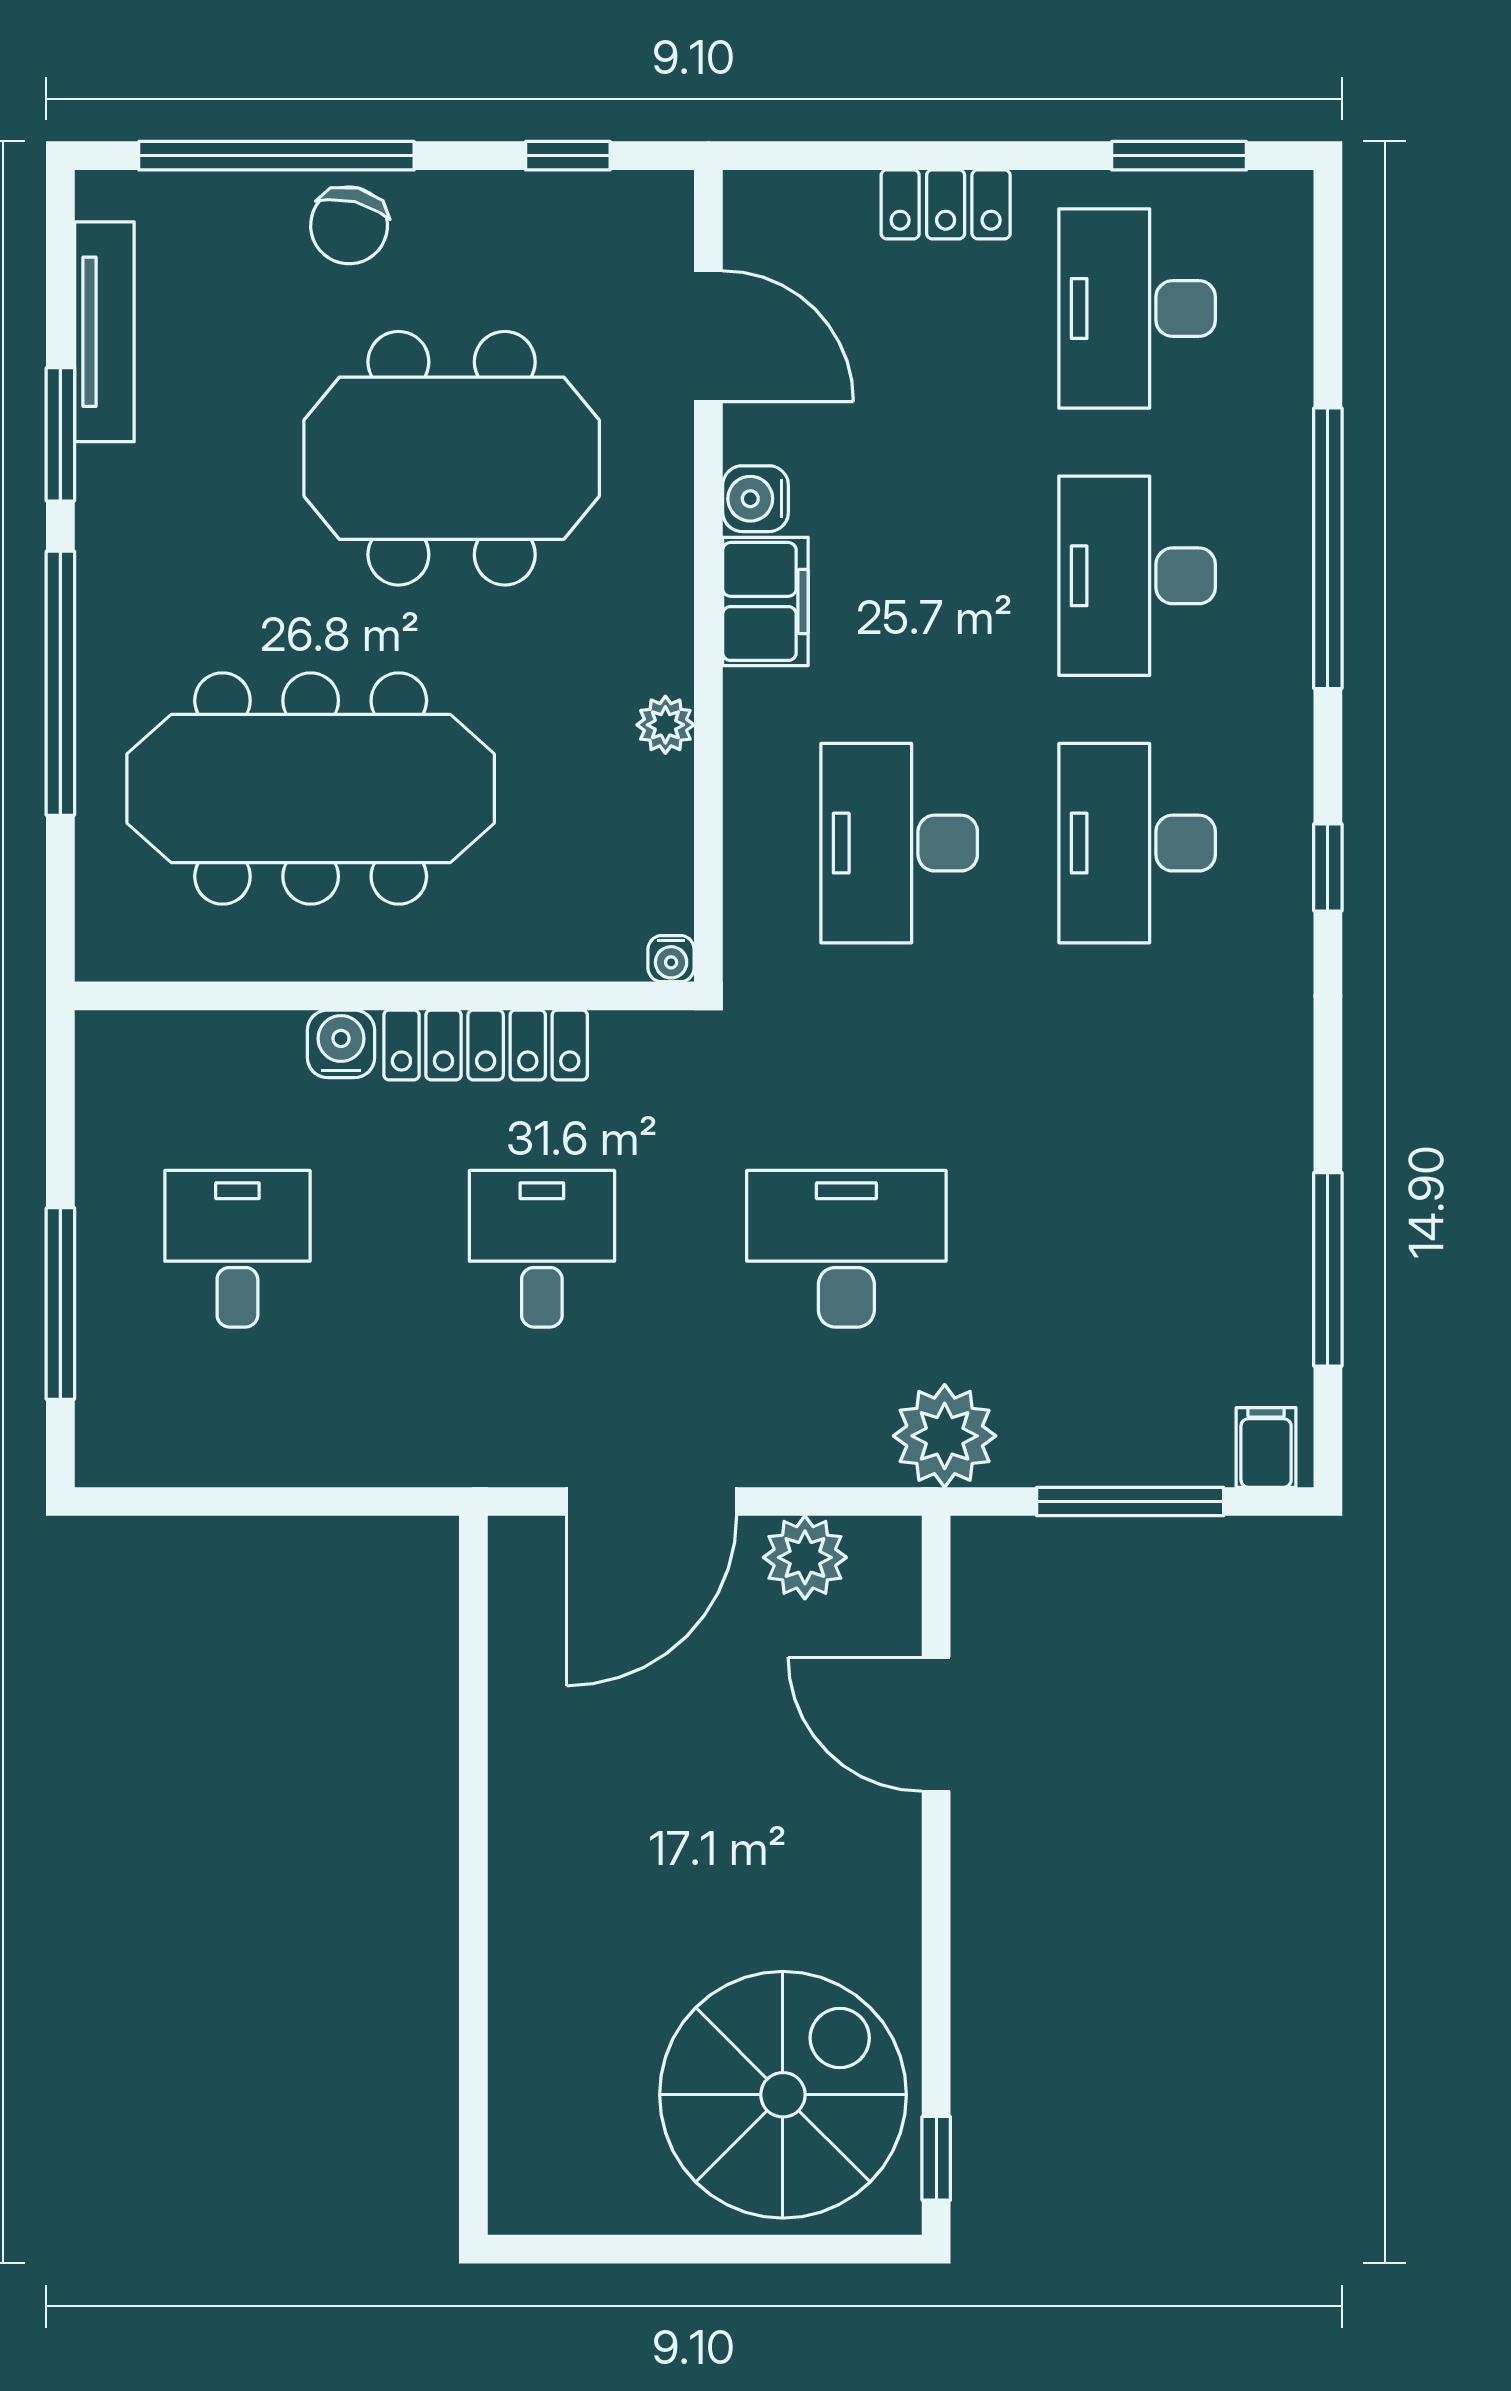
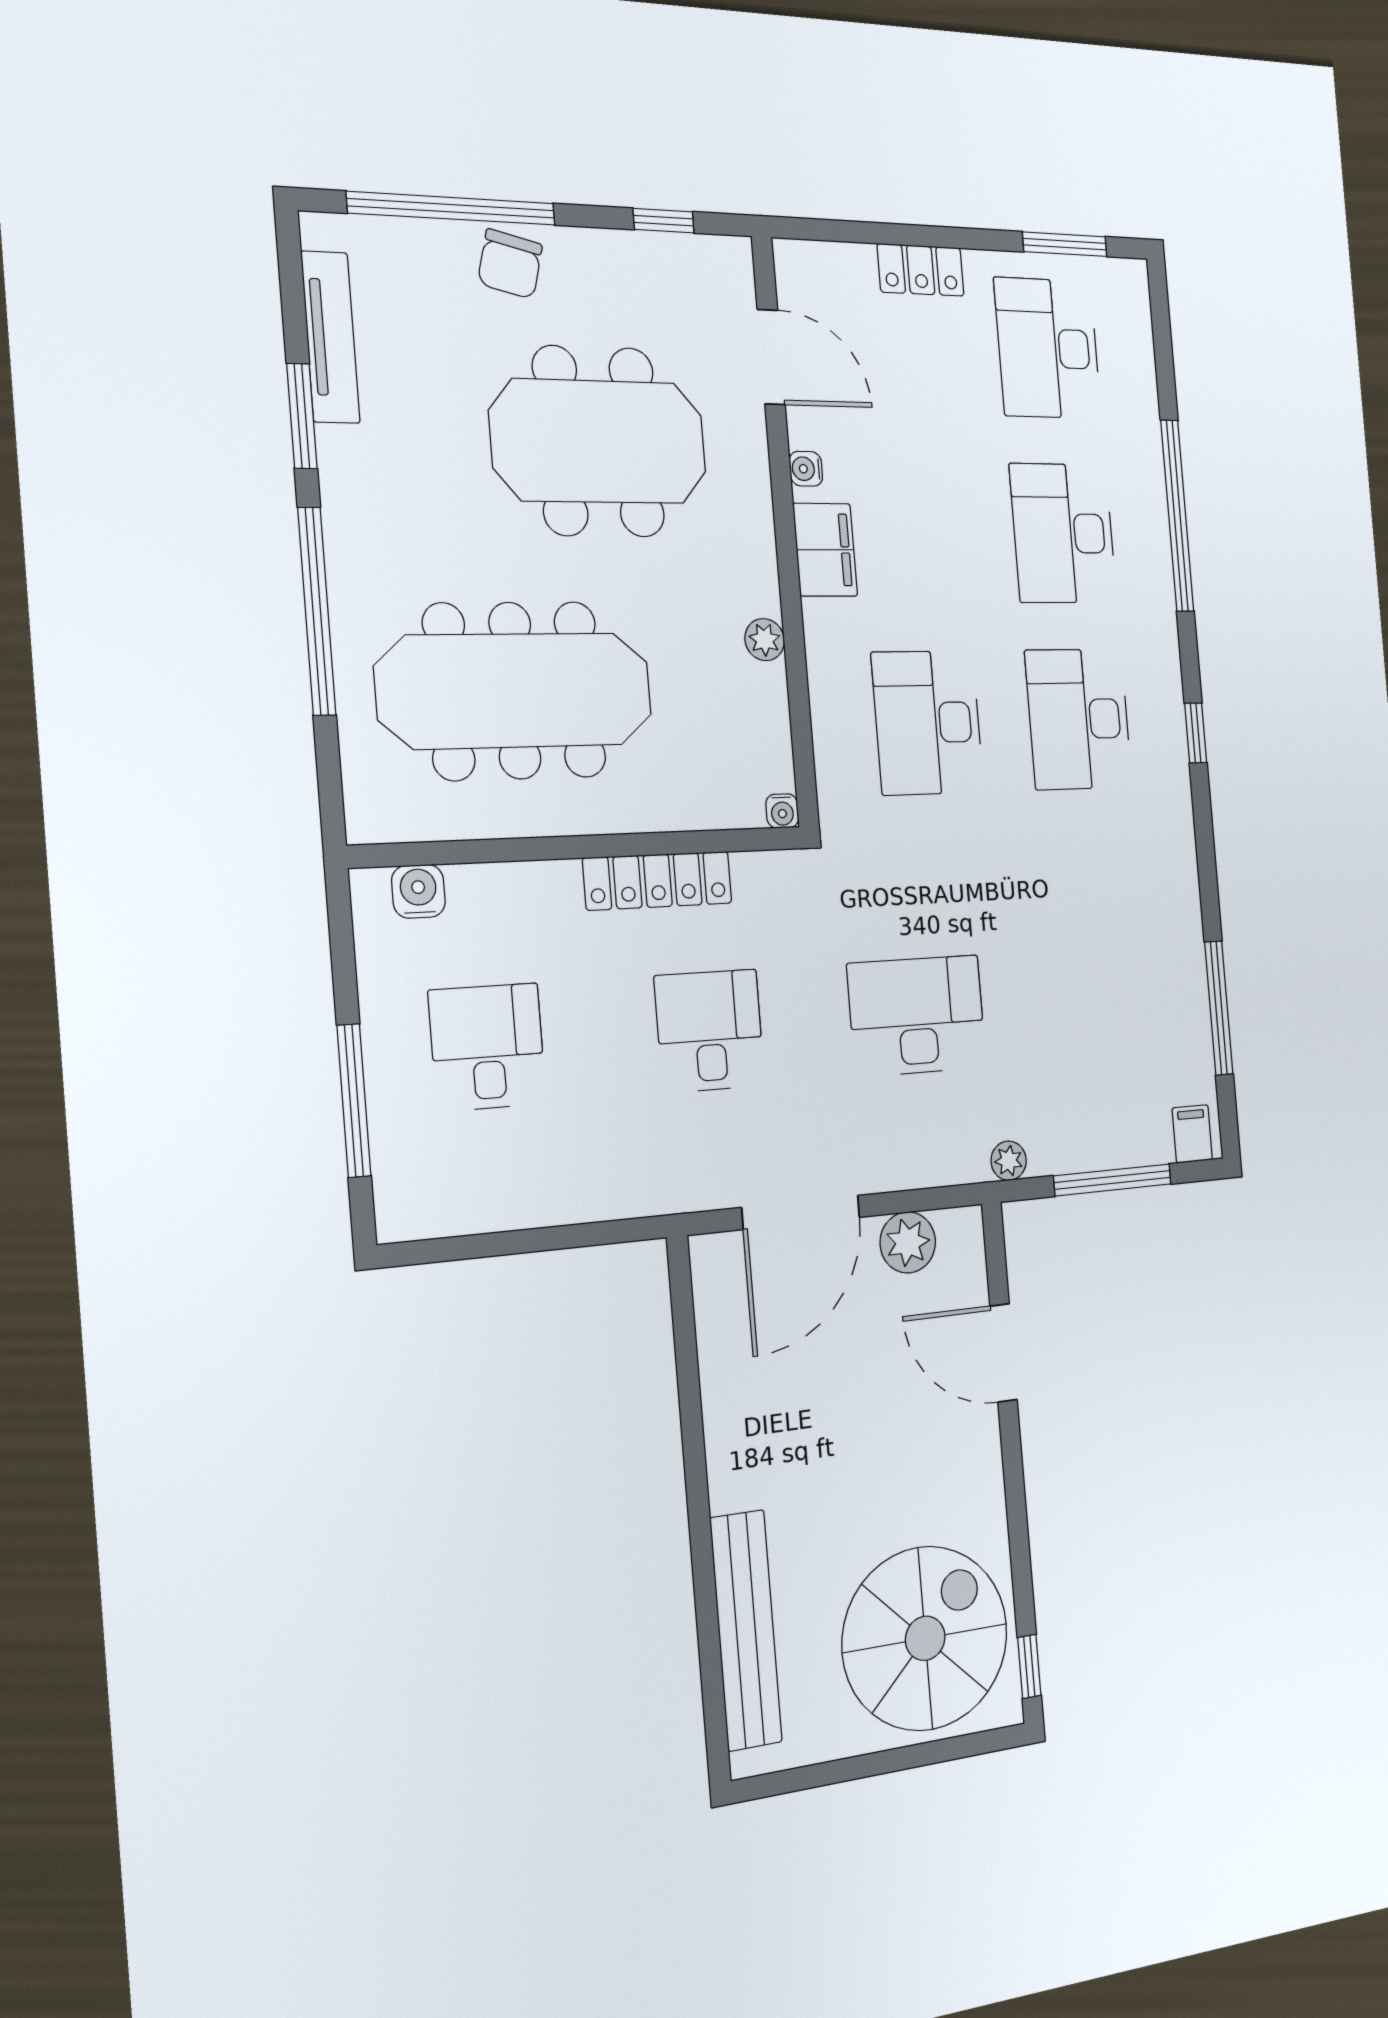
water cooler: (756, 499) -> (806, 469), width x0.72, depth x0.72
water cooler: (341, 1044) -> (418, 891), moved
plant: (945, 1436) -> (1009, 1161), width x0.53, depth x0.53
bench: (526, 2043) -> (746, 1630), added

